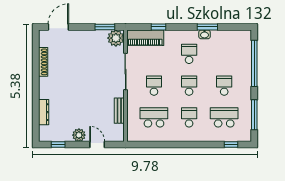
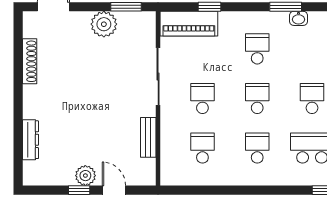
washbasin: (204, 34) -> (298, 18), moved
plant: (116, 38) -> (104, 24), moved
school desk: (154, 117) -> (202, 148), width x0.54
window: (58, 144) -> (79, 190), moved

